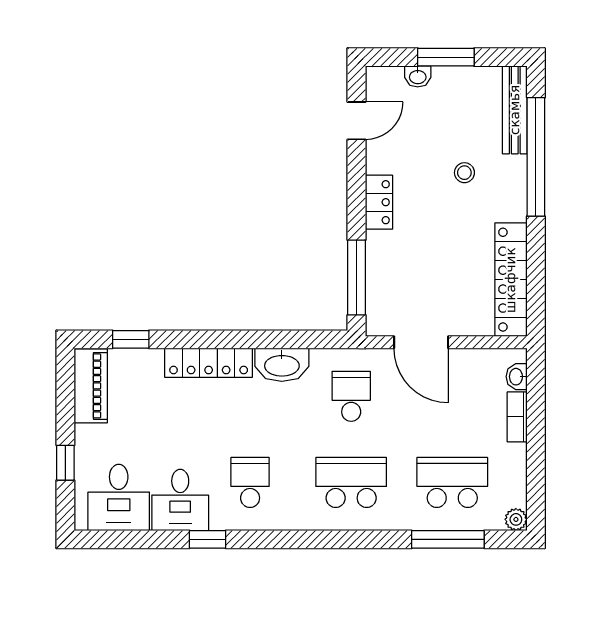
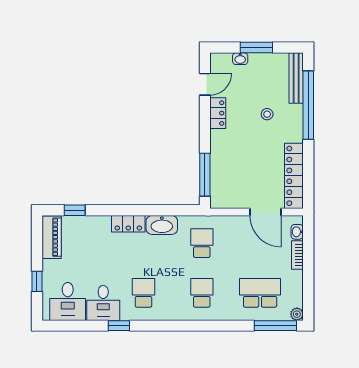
locker: (379, 202) -> (218, 113), moved
door: (421, 342) -> (265, 212), moved
locker: (209, 363) -> (128, 224), width x0.66
school desk: (351, 482) -> (202, 293), width x0.54
window: (448, 539) -> (275, 326), moved

